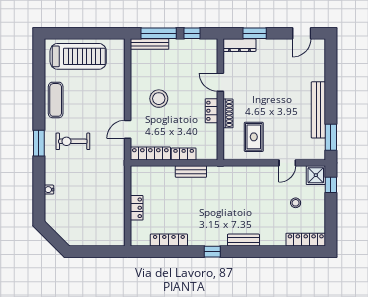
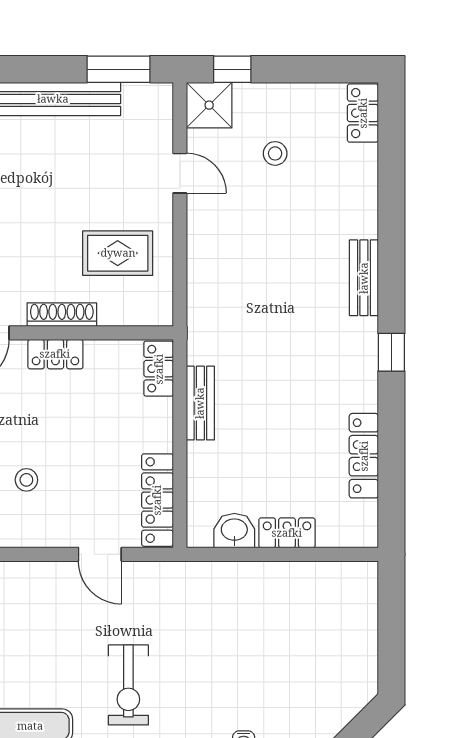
stool: (159, 99) -> (26, 480), width x0.53, depth x0.53
locker: (184, 154) -> (159, 369), moved
washbasin: (138, 186) -> (234, 531), added
locker: (306, 240) -> (363, 113), width x0.66

